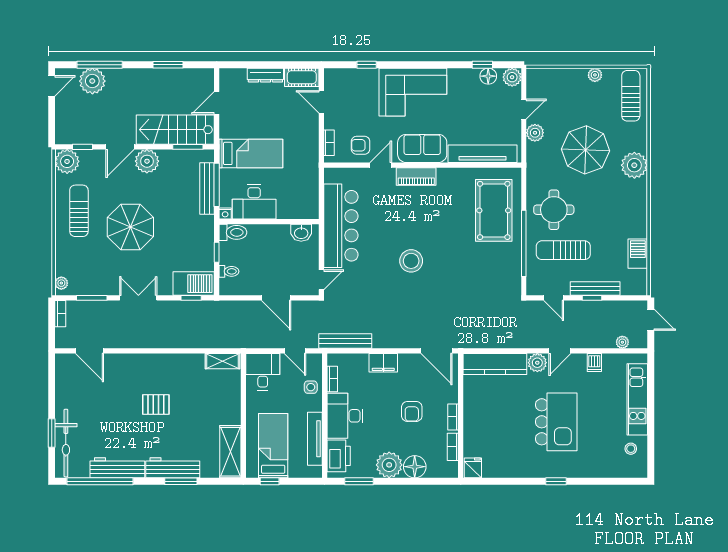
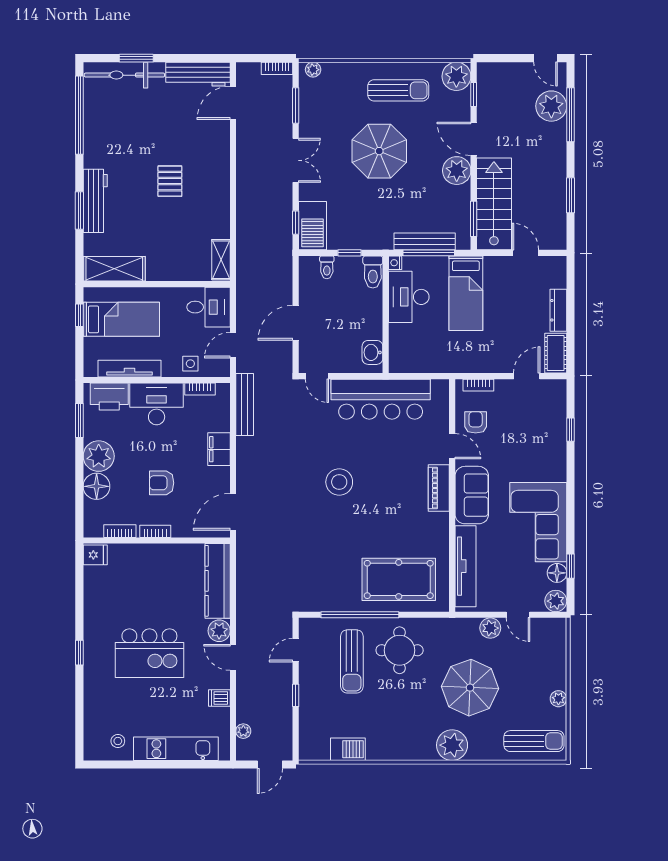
corner sofa: (413, 92) -> (538, 522), moved
sun lounger: (563, 250) -> (352, 661), turned 180
bench: (595, 288) -> (307, 699), removed
workbench: (117, 468) -> (198, 74), moved, turned 90

